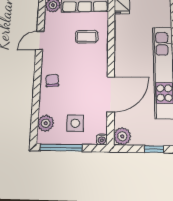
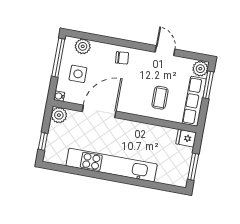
door: (111, 94) -> (99, 111), swing flipped

